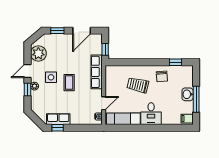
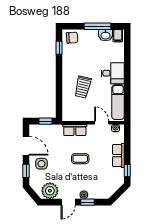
door: (27, 71) -> (68, 202), hinge flipped
row of seats: (97, 72) -> (75, 130), width x0.68
chair: (162, 76) -> (72, 38), moved
side table: (51, 77) -> (41, 164), moved
washbasin: (188, 94) -> (105, 35), moved
row of seats: (58, 119) -> (118, 156), moved

